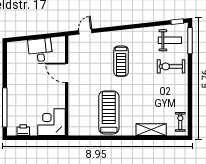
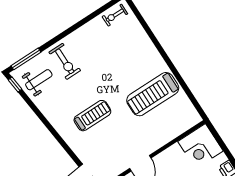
weight bench: (170, 40) -> (39, 80), turned 90
shelving: (151, 130) -> (142, 40), removed

